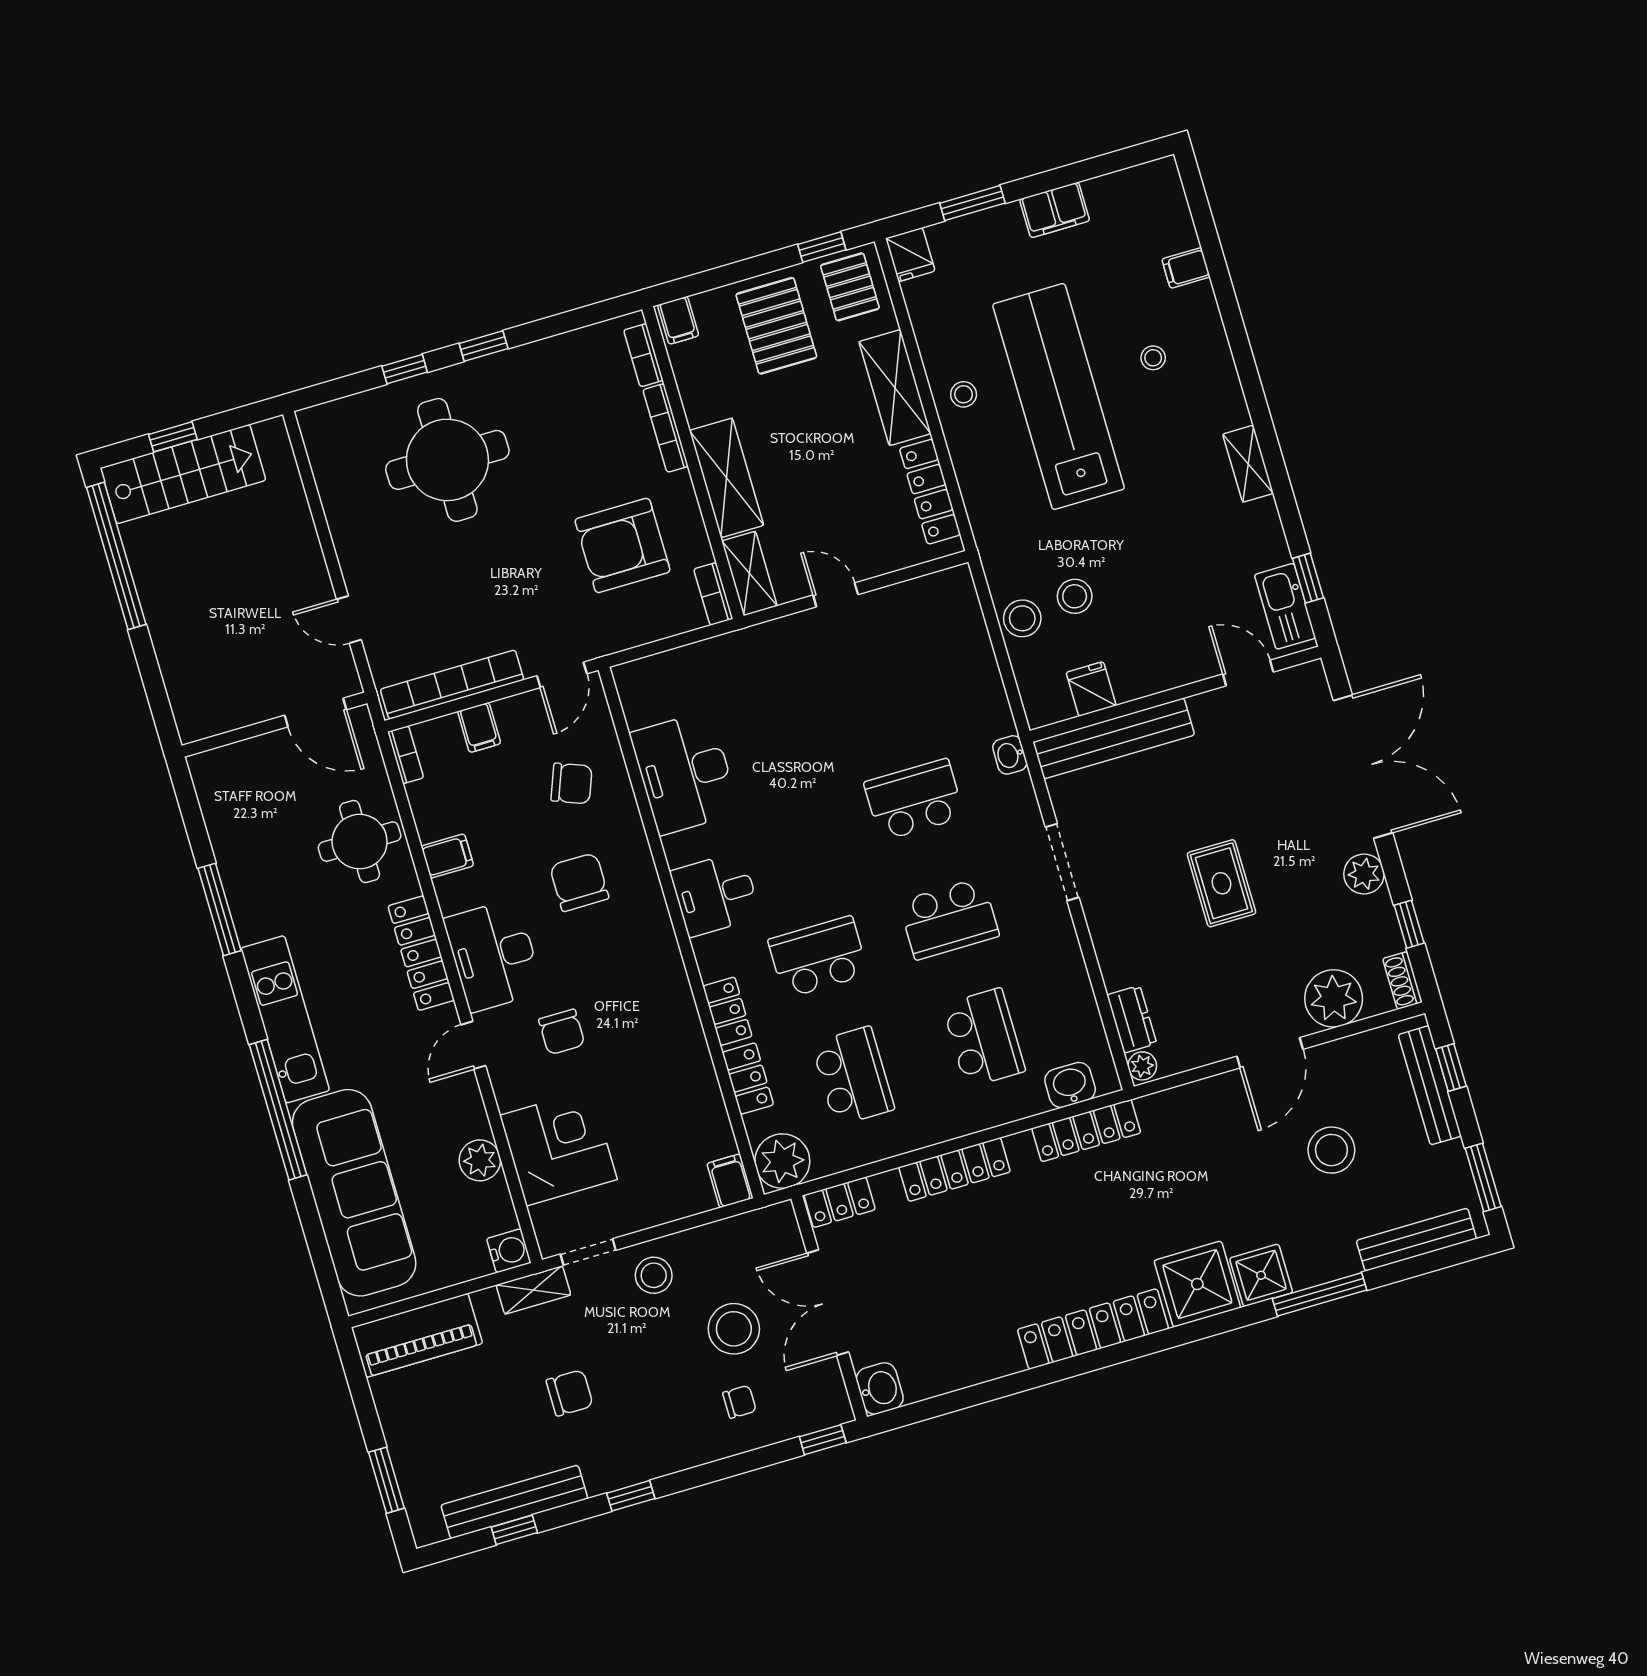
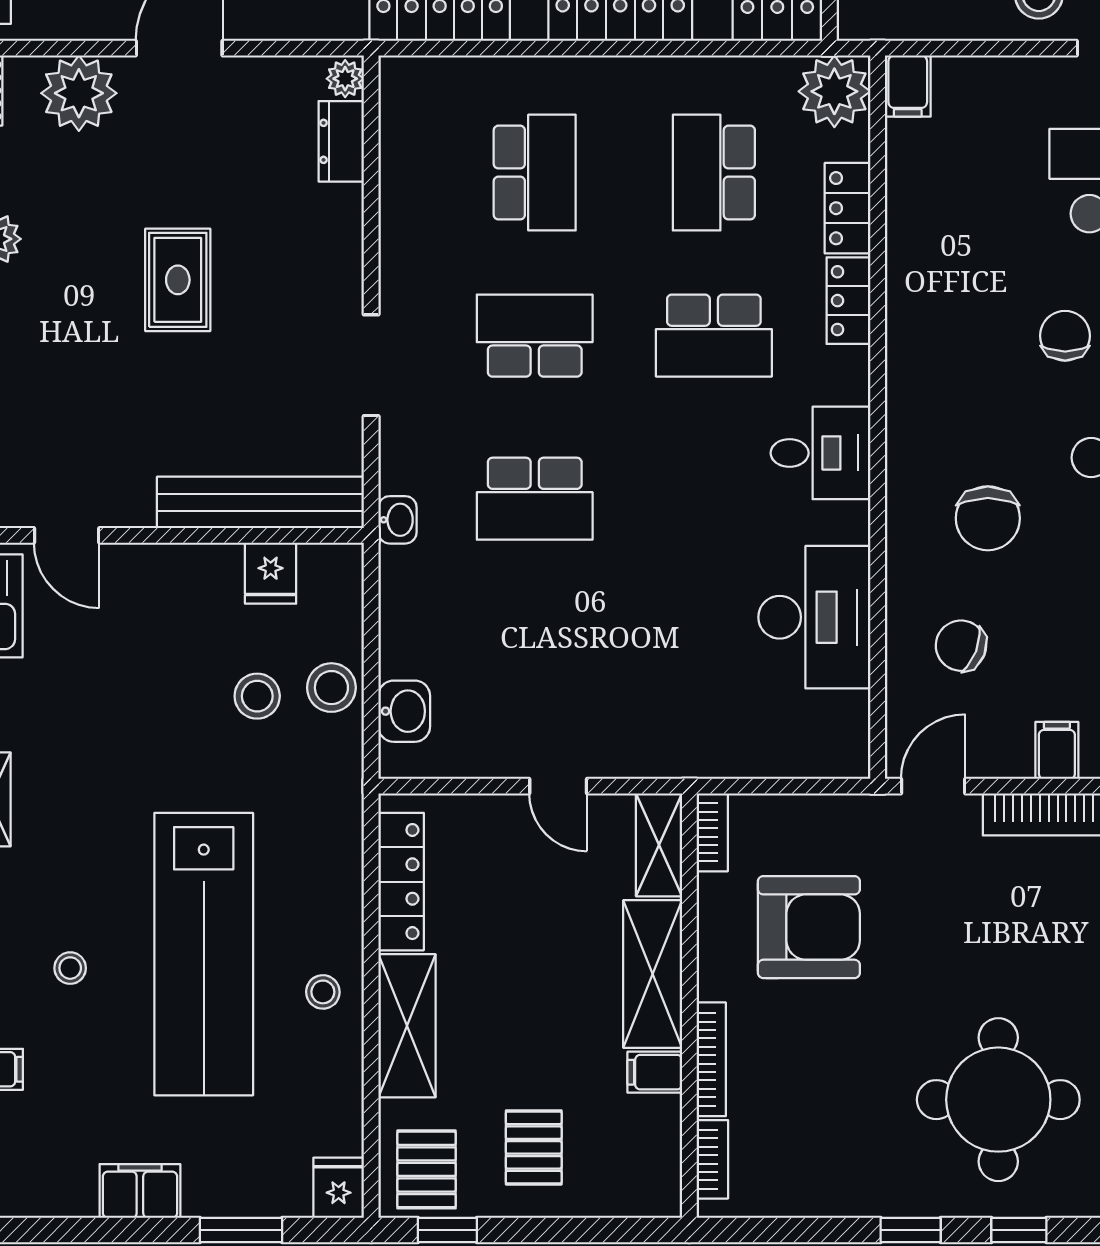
filing cabinet: (678, 320) -> (655, 1072), moved, turned -90
pallet: (776, 326) -> (534, 1147), width x0.67, depth x0.71
school desk: (984, 1038) -> (535, 173), turned 180
washbasin: (1070, 1085) -> (404, 711), moved, turned -90

